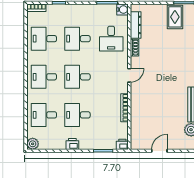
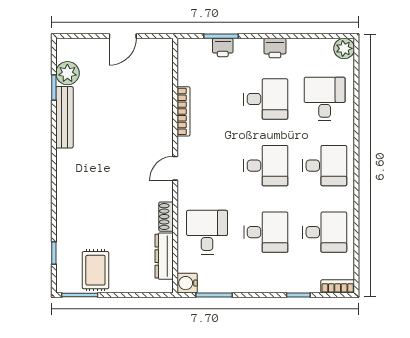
desk: (44, 115) -> (325, 99), turned -90
printer: (122, 144) -> (223, 47), moved

